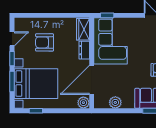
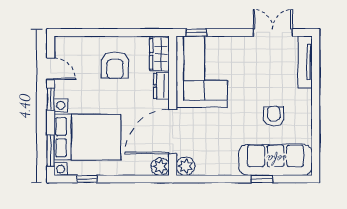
door: (12, 39) -> (51, 69), hinge flipped
armchair: (45, 42) -> (115, 65), moved, turned -90
window: (12, 82) -> (51, 151), moved
plant: (115, 102) -> (185, 166), moved

